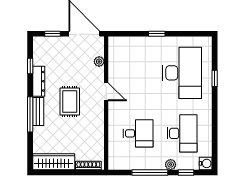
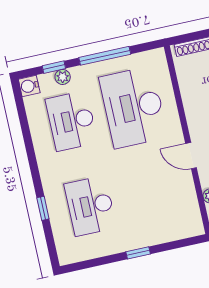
desk: (182, 73) -> (90, 206), width x0.73, depth x0.77
desk: (138, 133) -> (133, 107), width x1.87, depth x1.30
plant: (171, 165) -> (63, 77), moved

